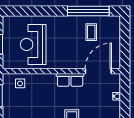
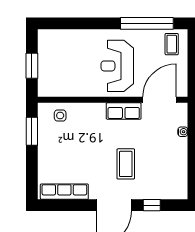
coffee table: (91, 32) -> (172, 44), moved
reception desk: (33, 44) -> (117, 66), moved

